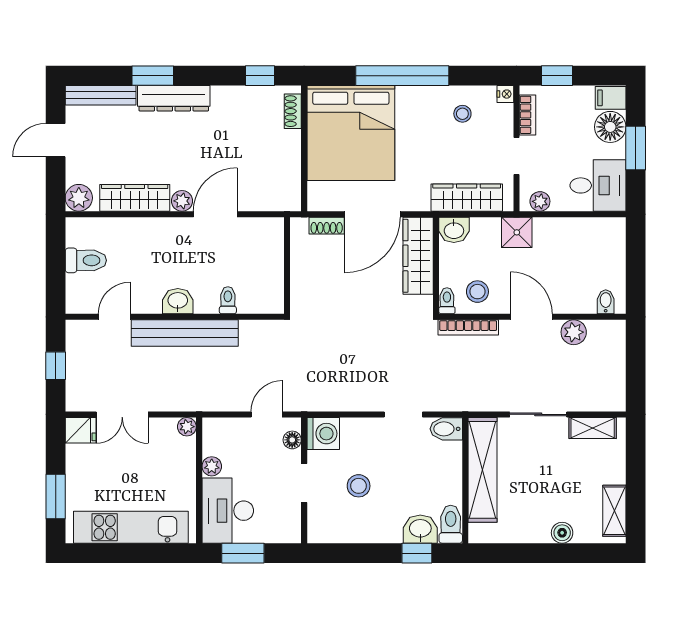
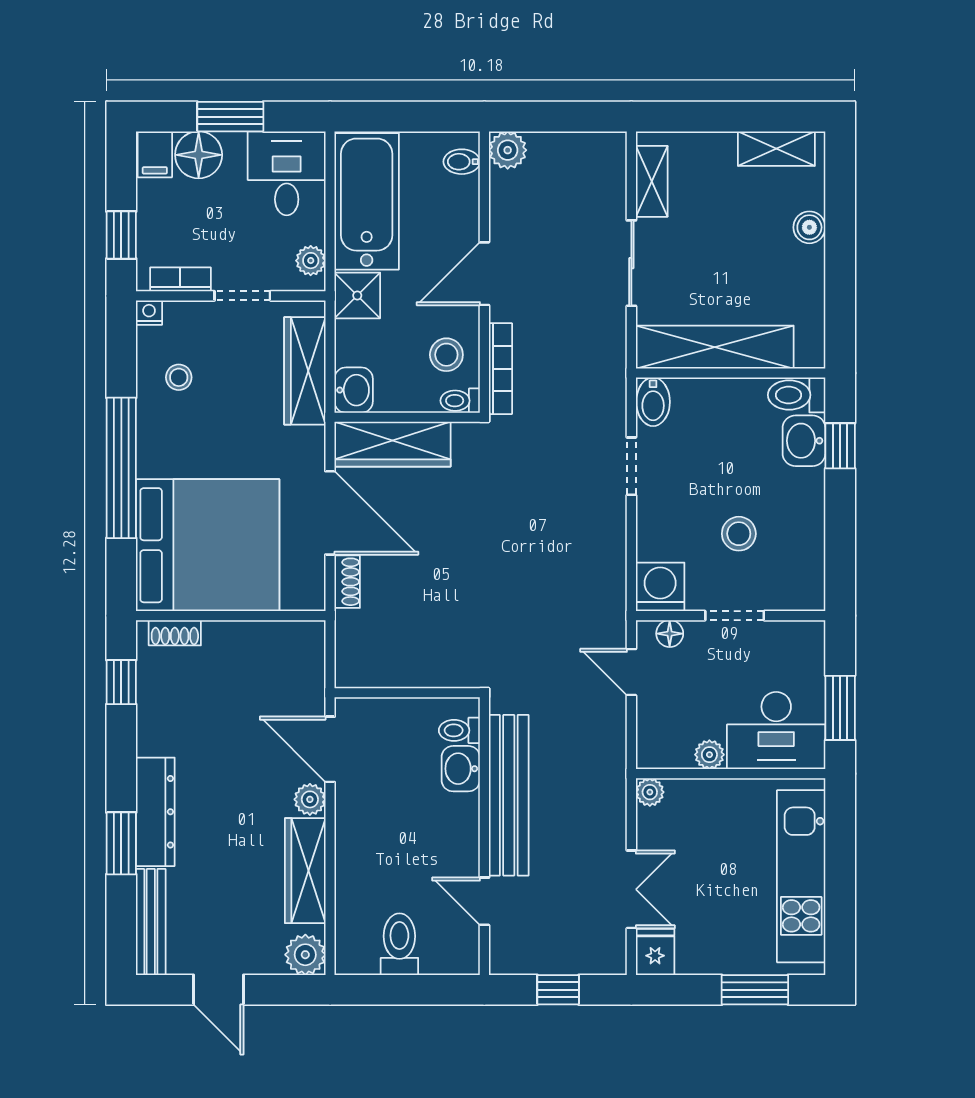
bathtub: (579, 239) -> (367, 201), added
wall: (287, 266) -> (407, 693), moved
washbasin: (178, 301) -> (461, 769), moved
plant: (574, 332) -> (508, 150), moved

